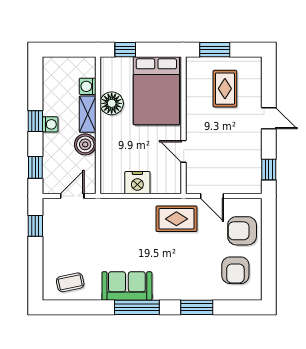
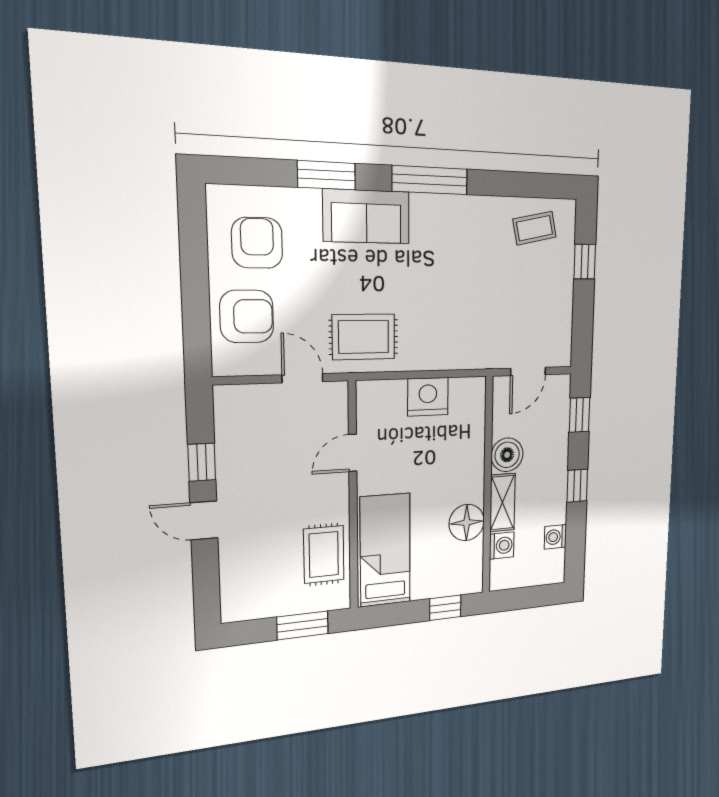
rug: (225, 89) -> (324, 555), moved
bed: (156, 91) -> (385, 550), width x0.67
washing machine: (50, 124) -> (555, 537), moved
door: (184, 151) -> (353, 453), swing flipped
window: (269, 169) -> (202, 462), moved
window: (35, 226) -> (585, 262), moved
sofa: (127, 286) -> (366, 216), moved

